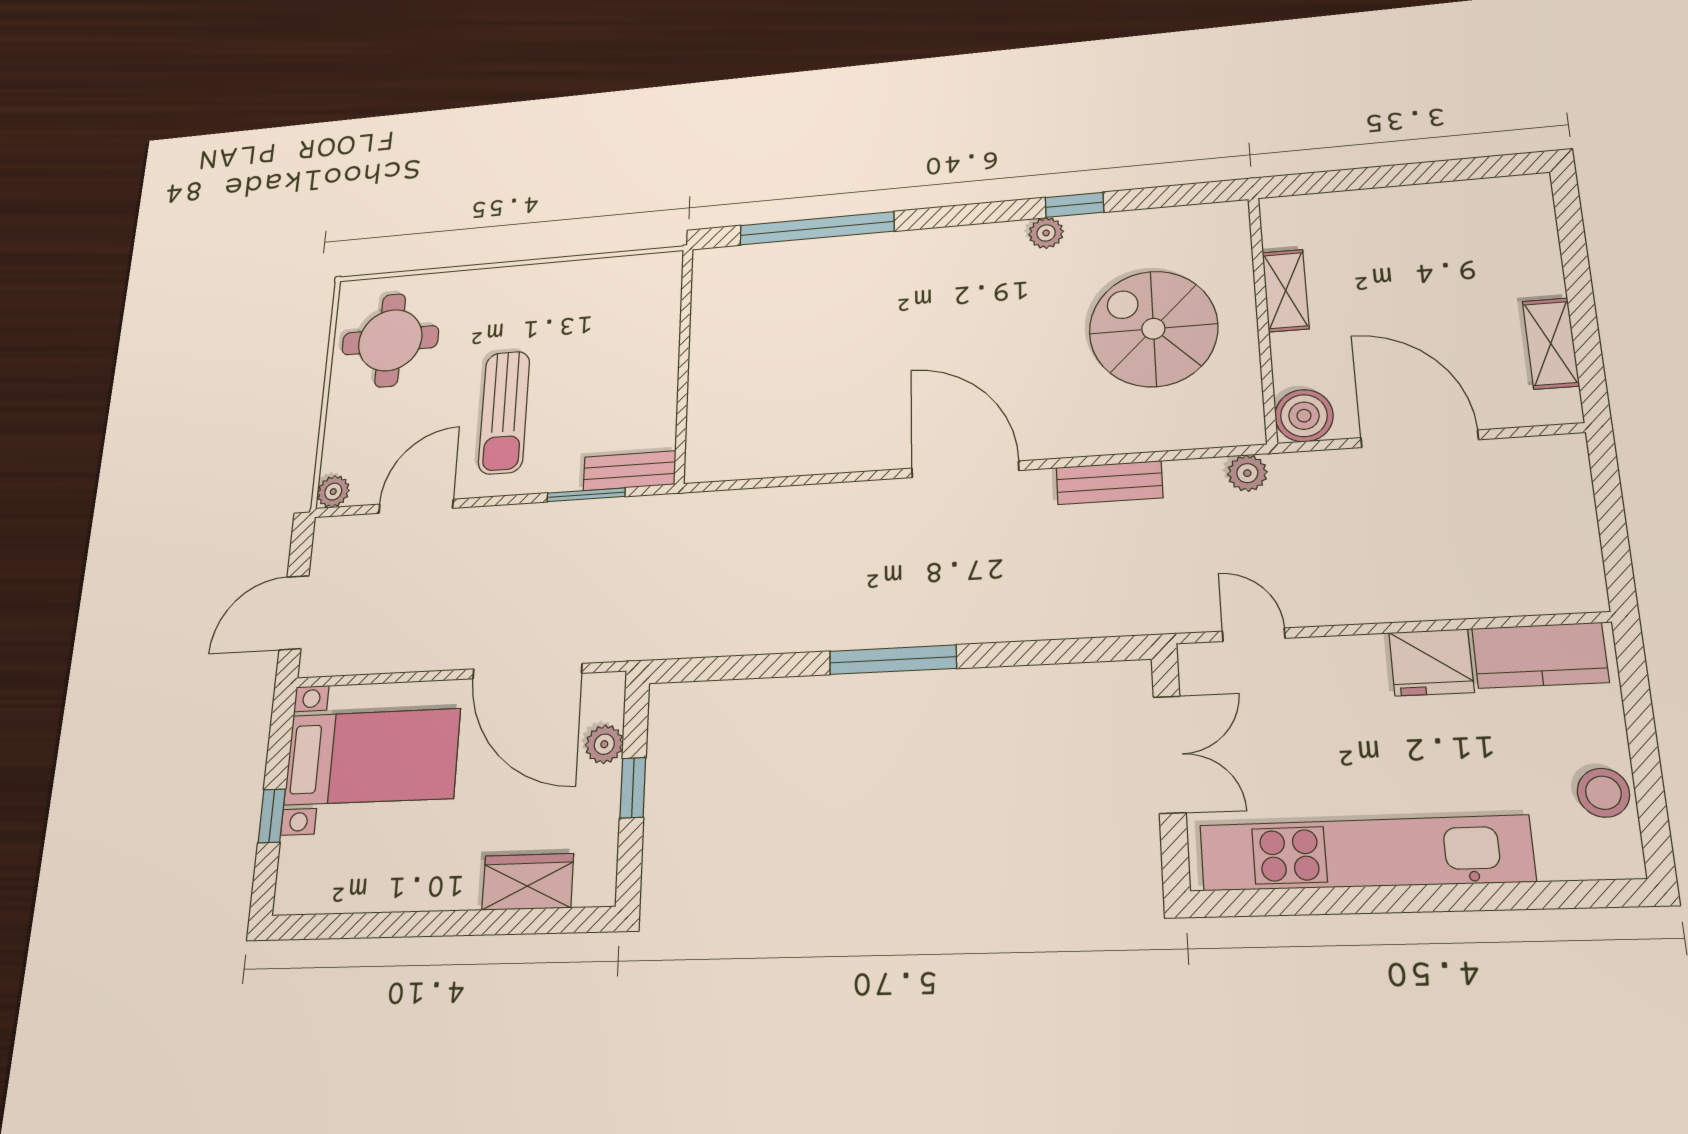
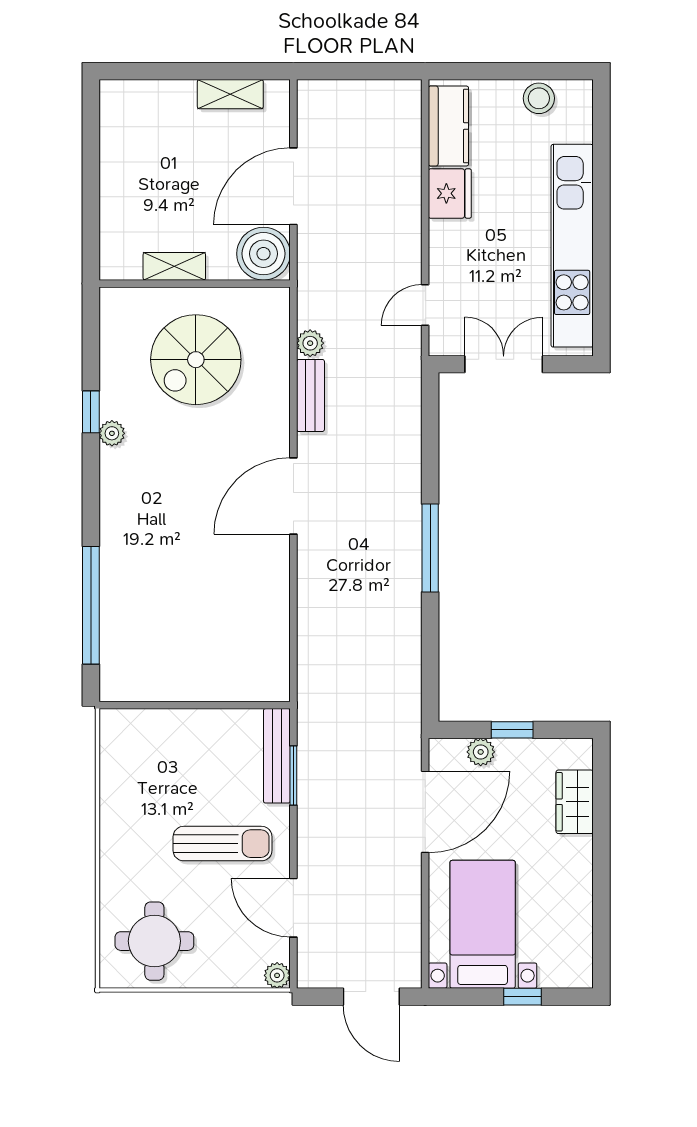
boiler: (1304, 416) -> (263, 254), width x1.37, depth x1.37
bench: (629, 471) -> (277, 756), width x1.36
plant: (1247, 473) -> (310, 343), moved

